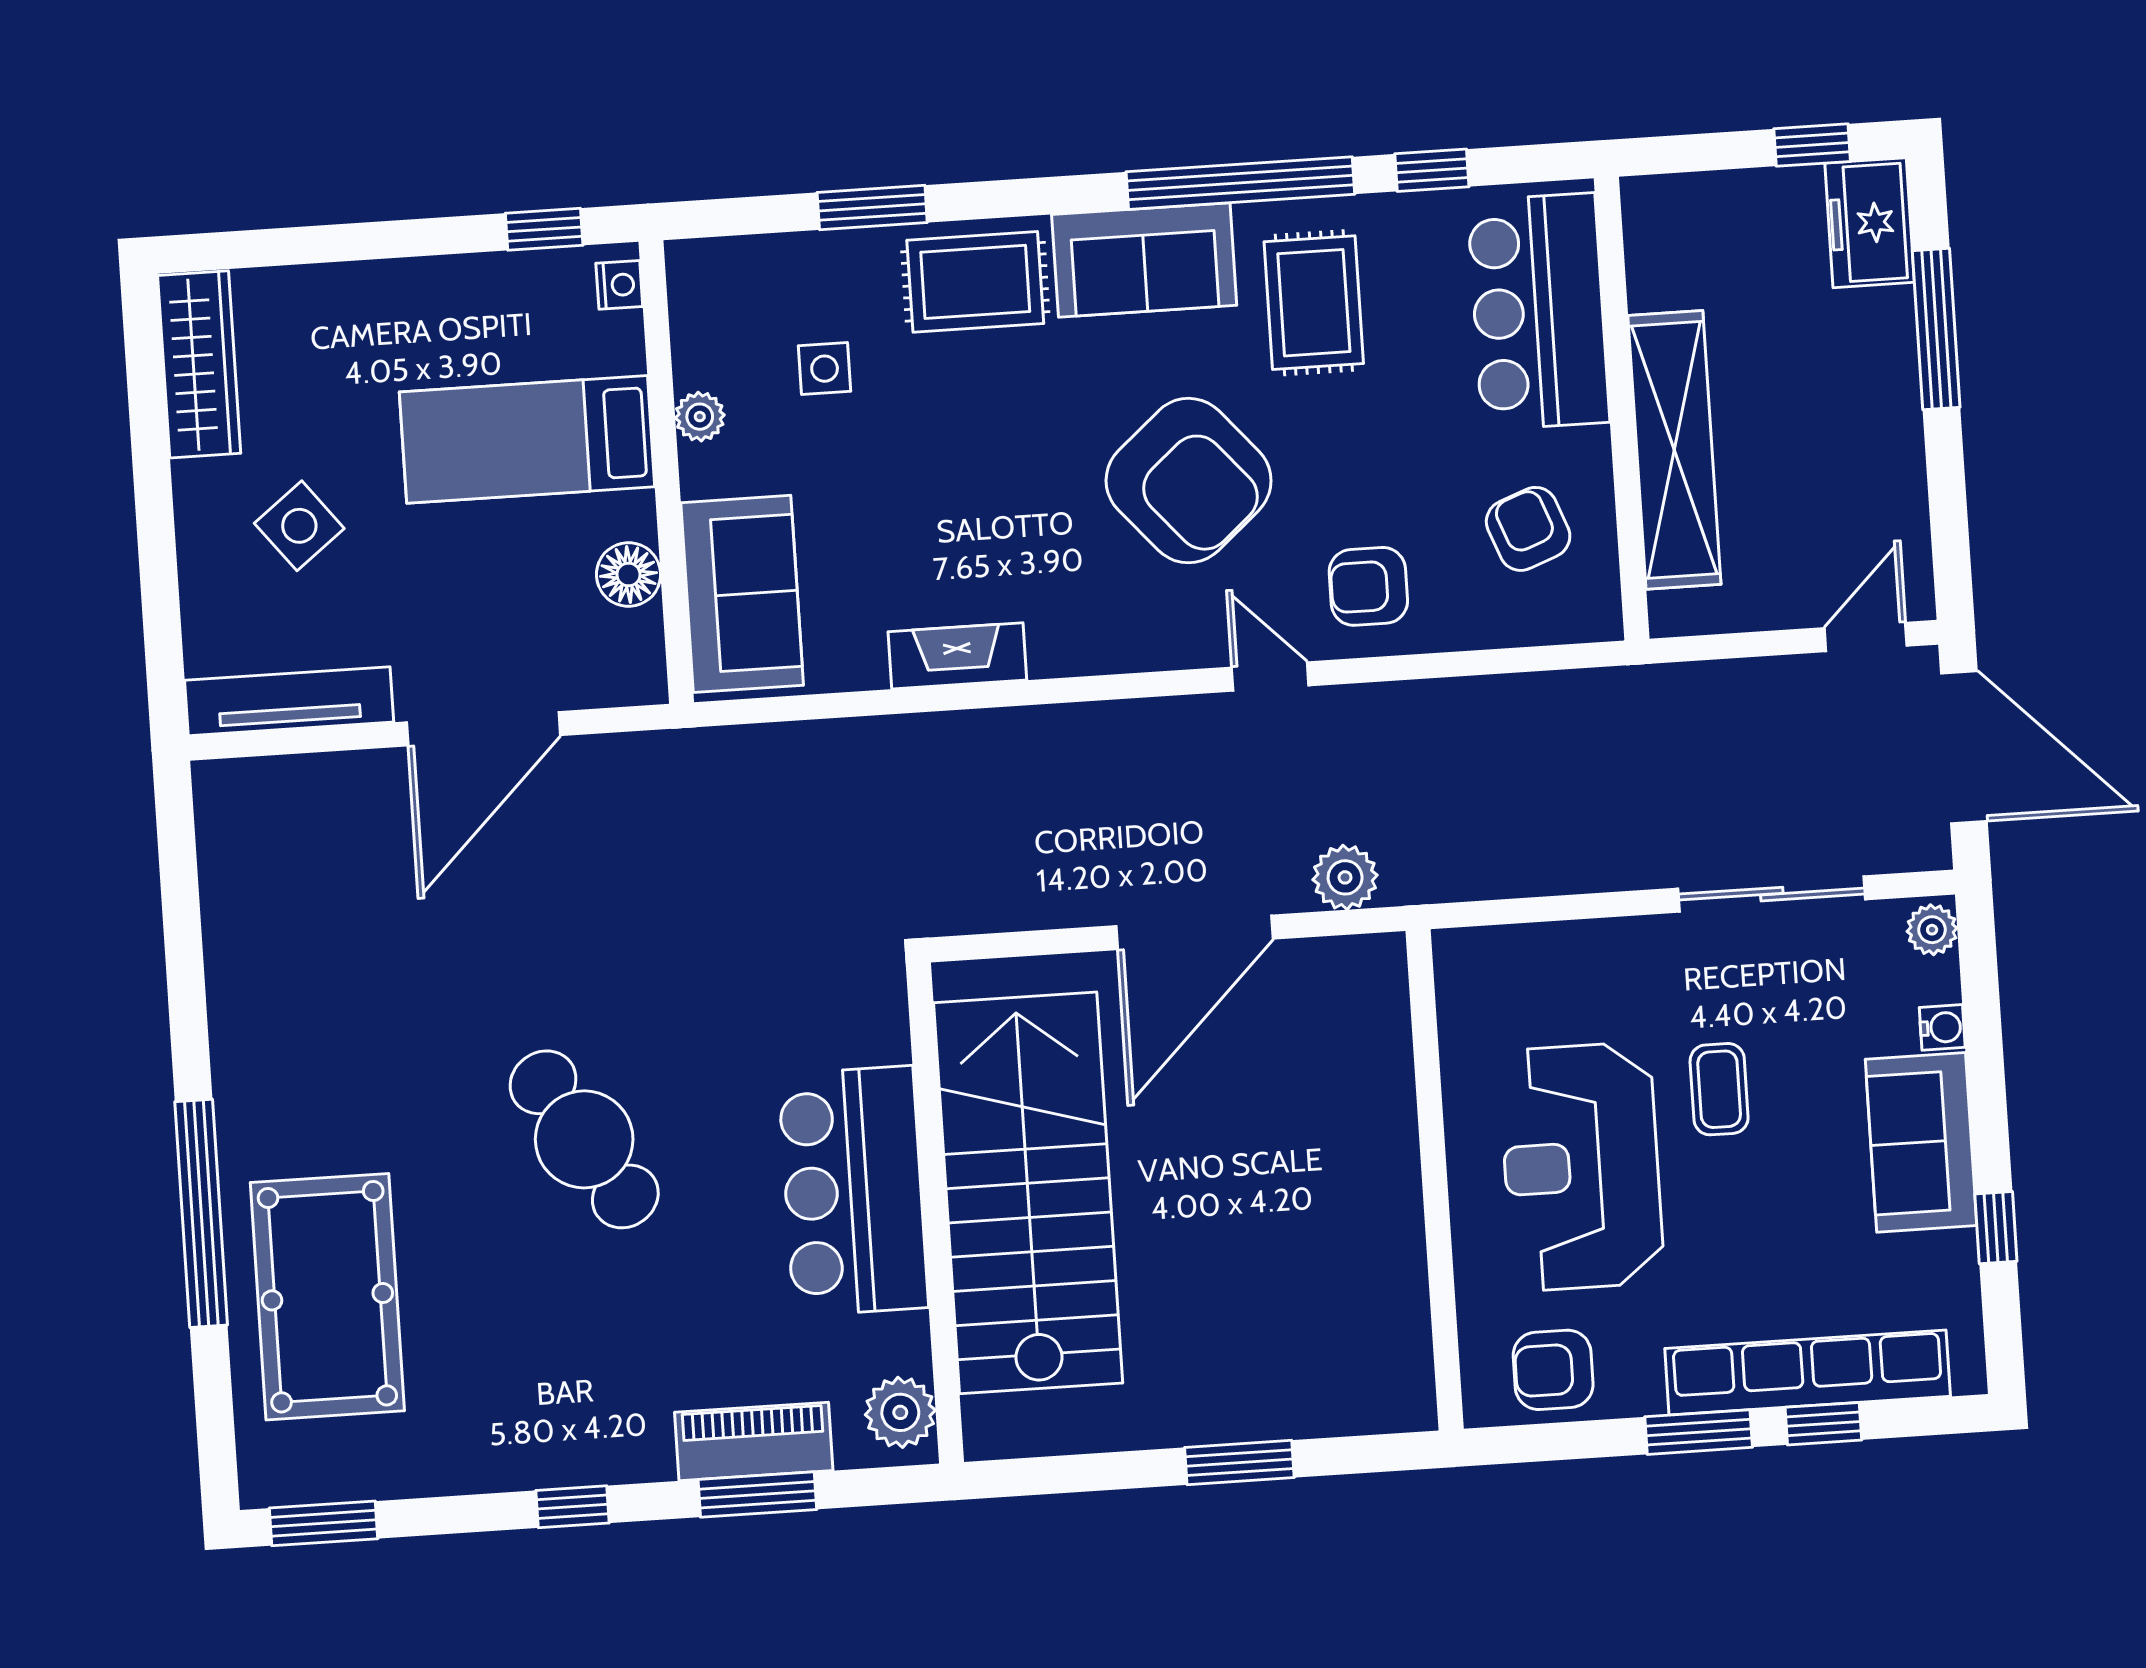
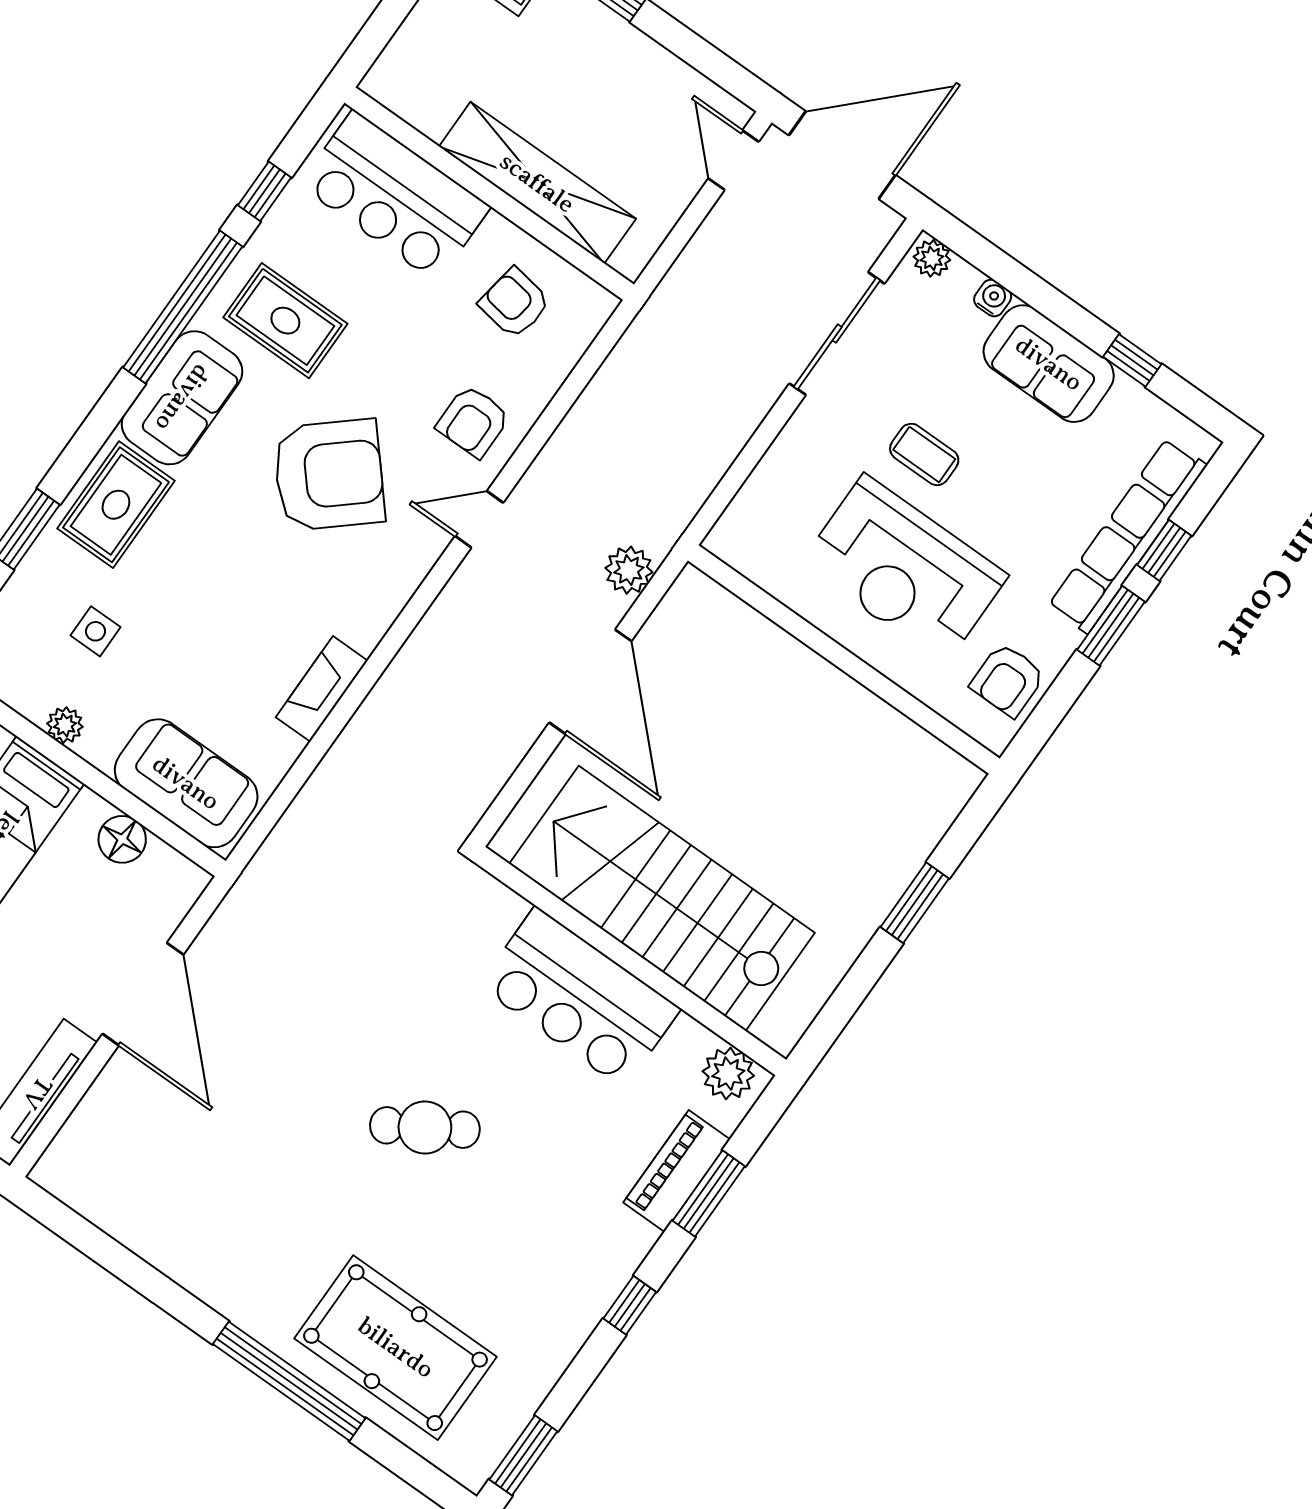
armchair: (1528, 529) -> (515, 303), turned 30
cafe table: (584, 1139) -> (425, 1128), width x0.73, depth x0.74

